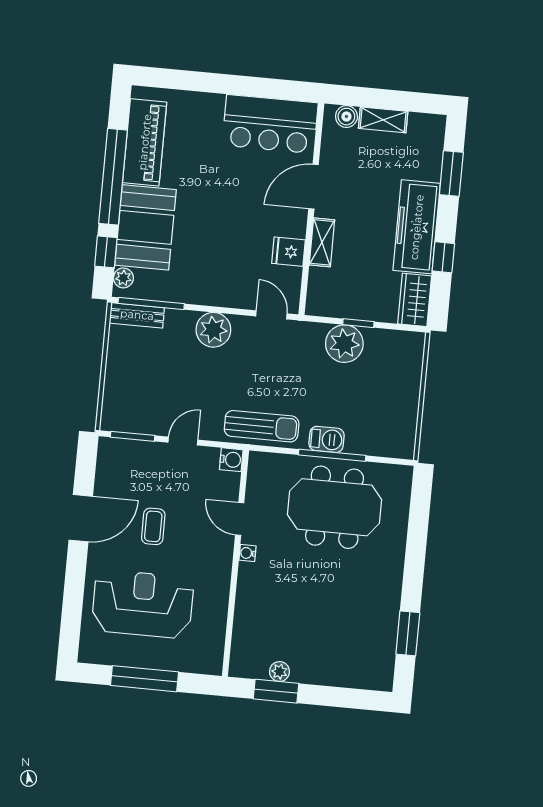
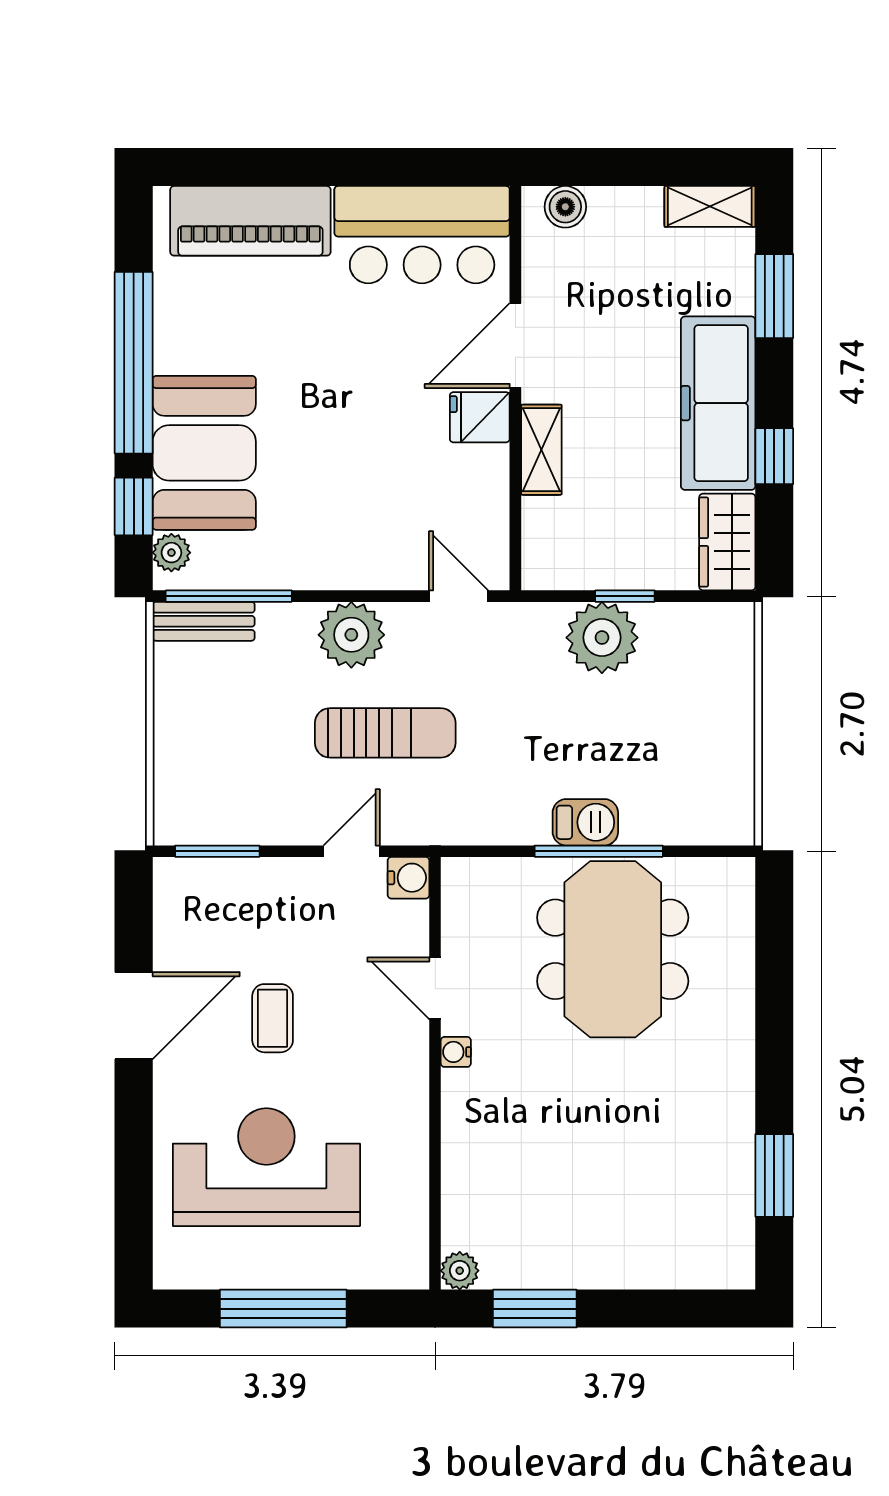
shelving: (383, 120) -> (710, 206), moved
piano: (145, 142) -> (250, 221), moved, turned 90
fridge: (289, 252) -> (480, 417), moved
sun lounger: (262, 426) -> (385, 733), moved
door: (183, 441) -> (352, 851), moved
meeting table: (335, 507) -> (613, 949), turned 90
plant: (279, 672) -> (460, 1271), moved

